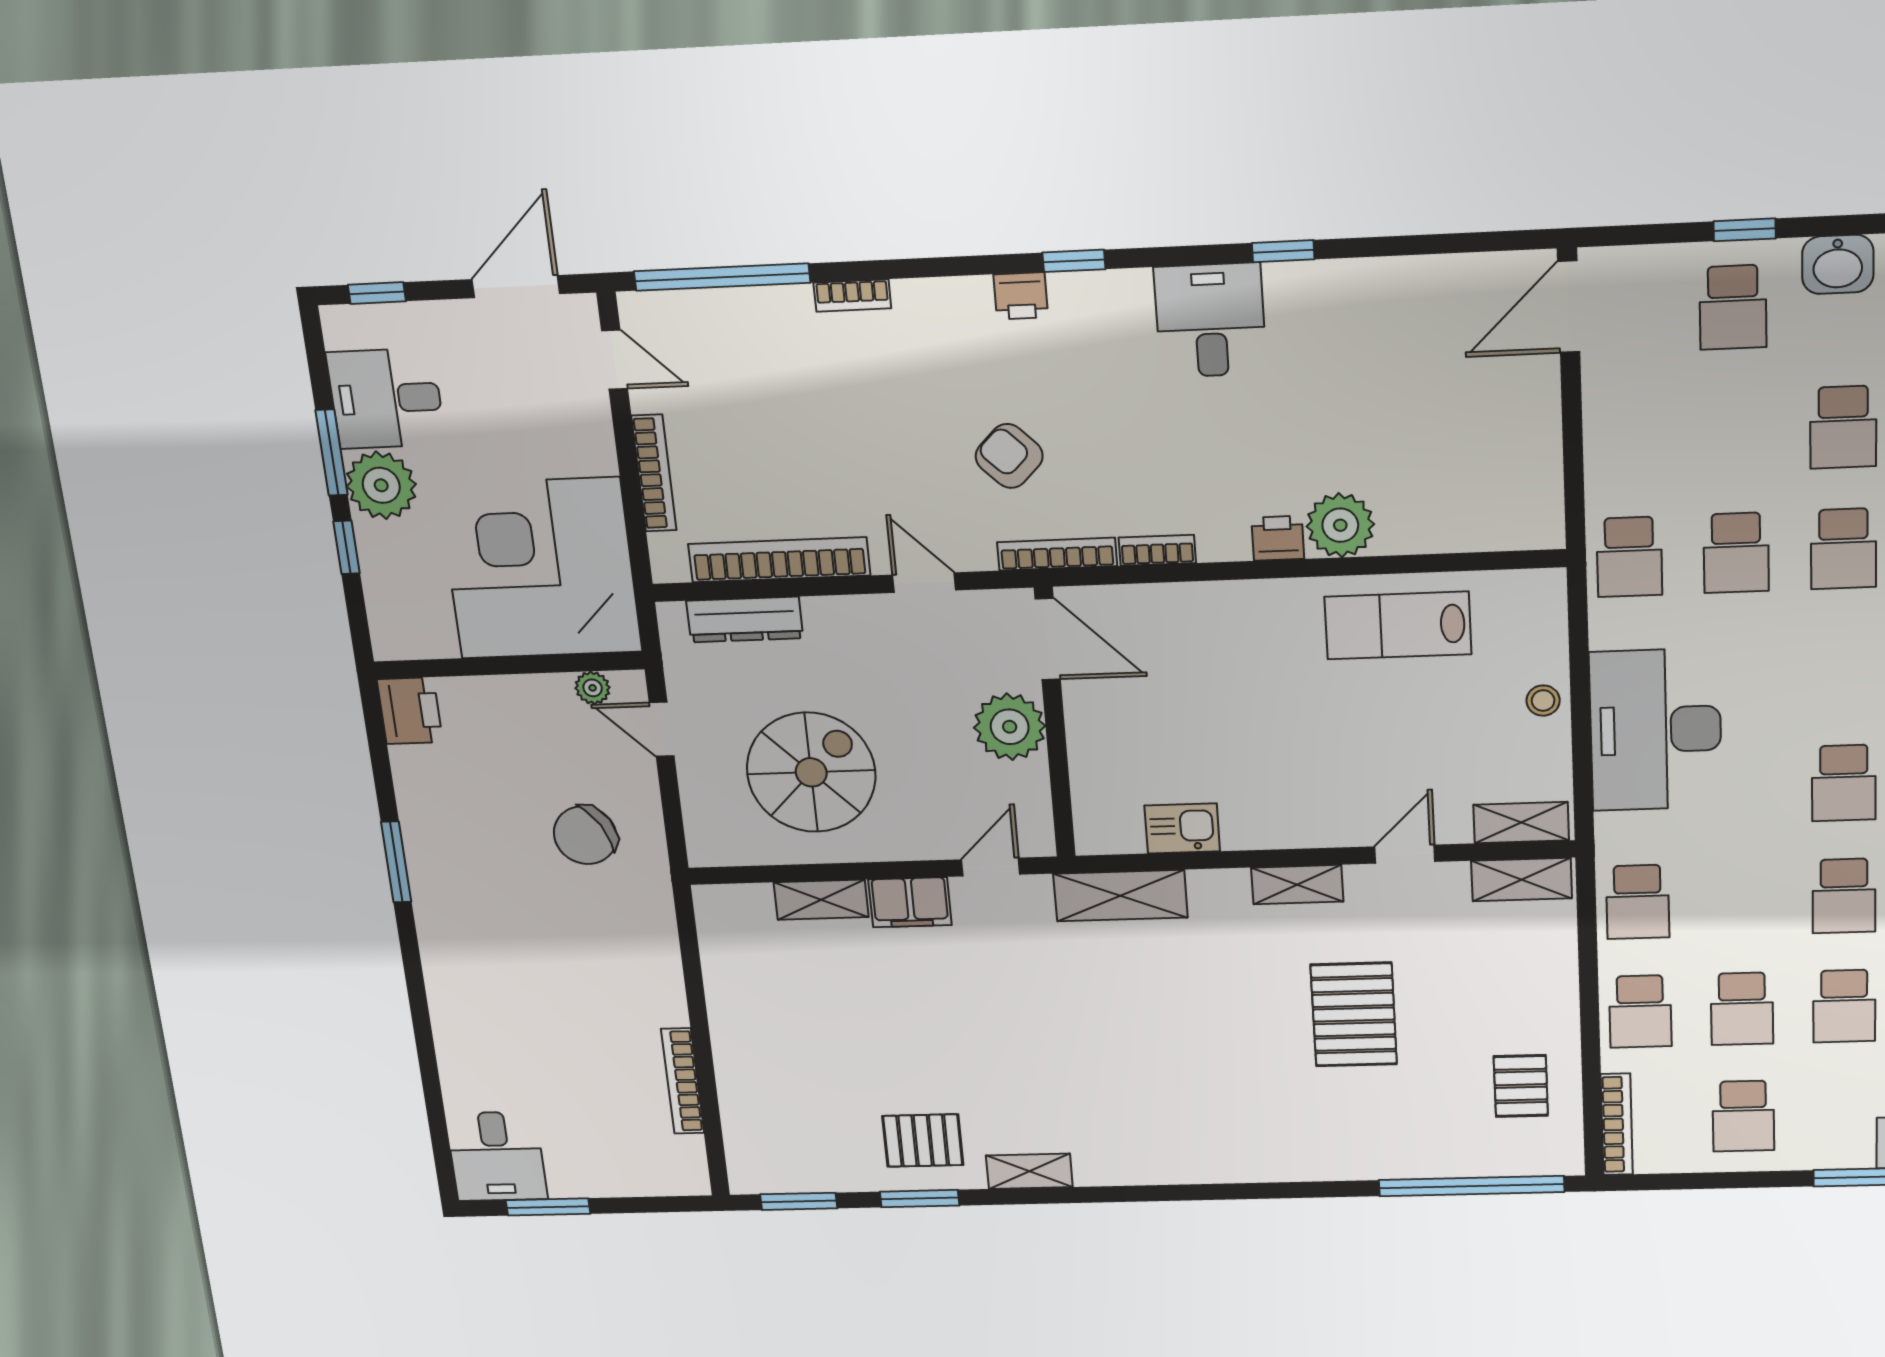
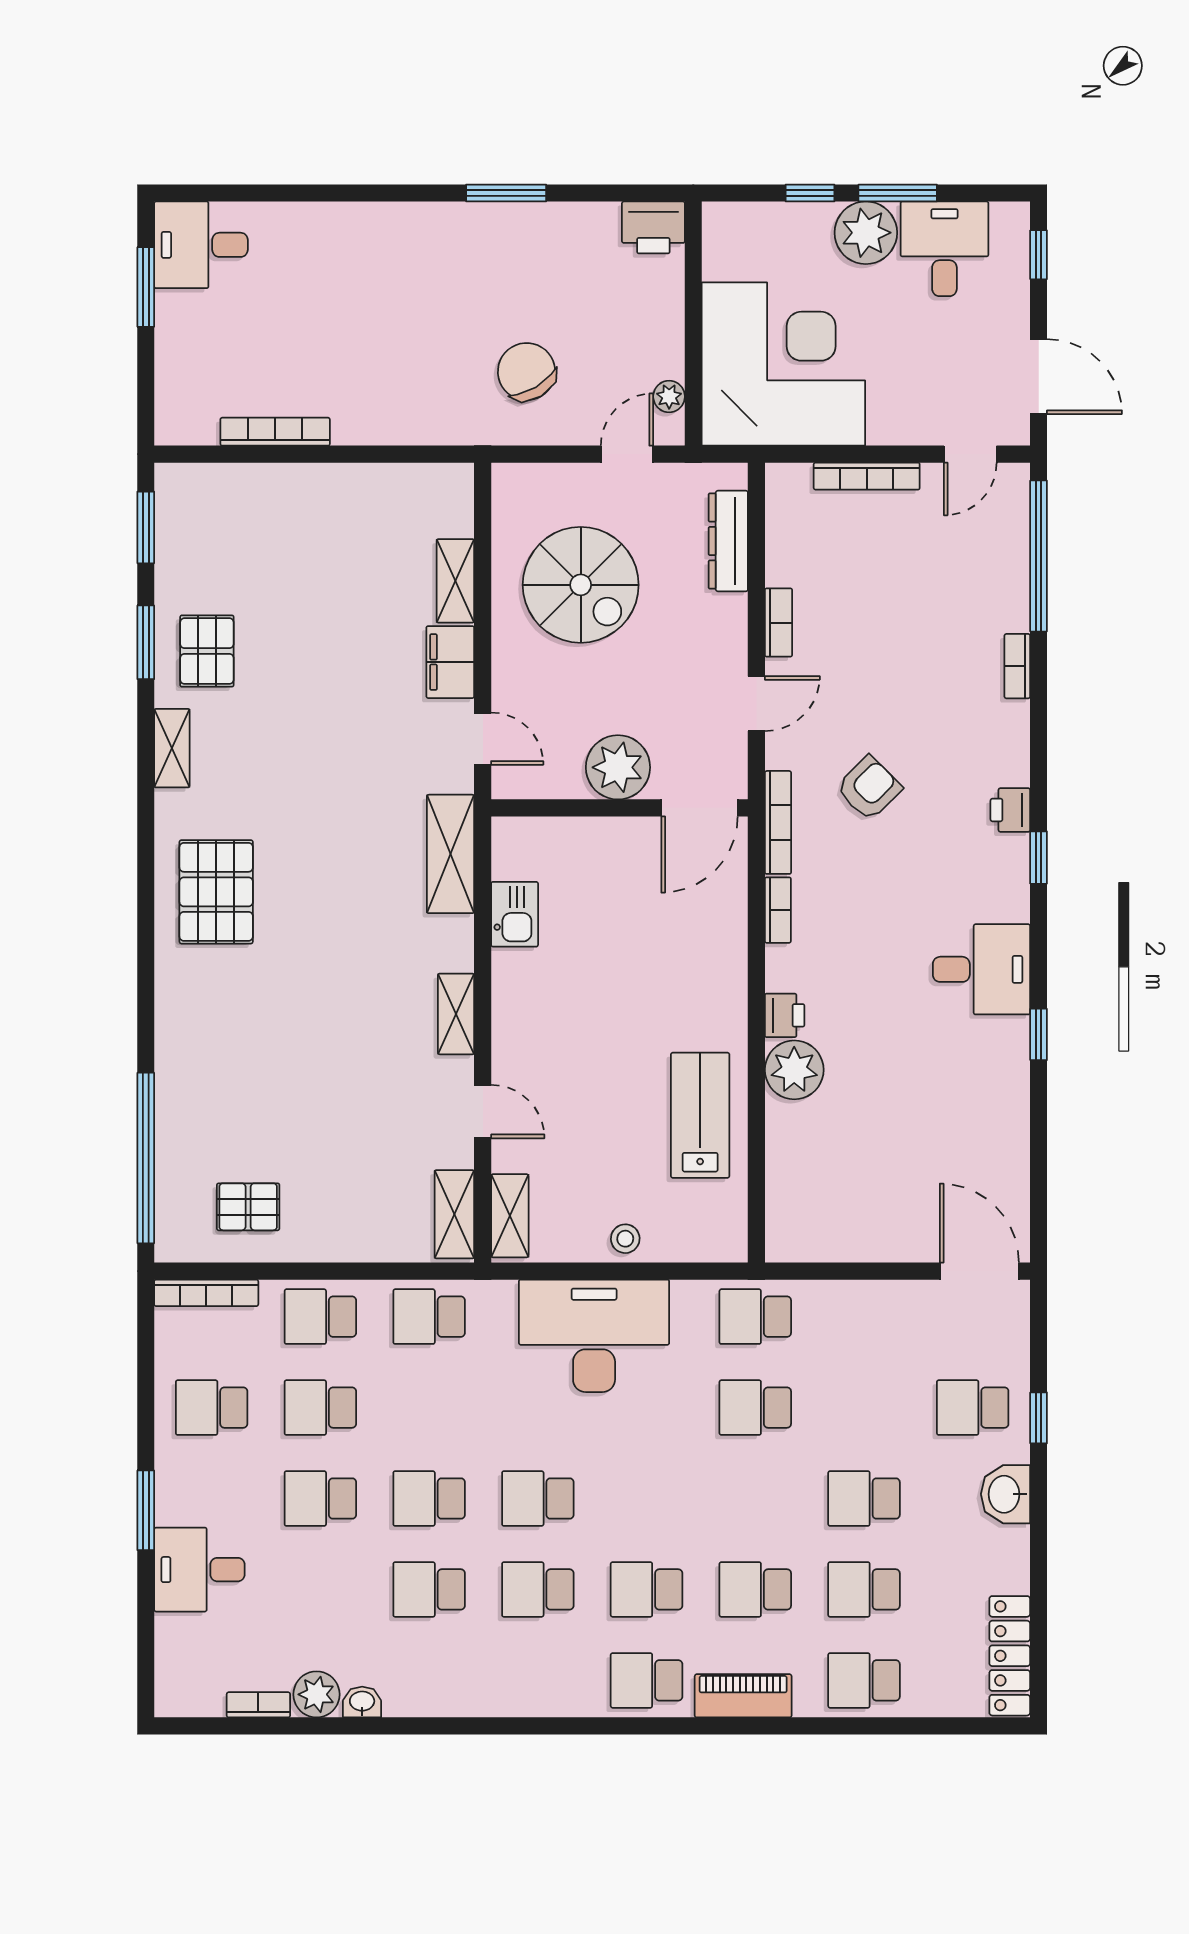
school desk: (1843, 549) -> (755, 1499), removed
bookcase: (779, 560) -> (778, 623), width x0.43, depth x0.76
pallet: (1354, 1015) -> (216, 892), moved, turned 90

